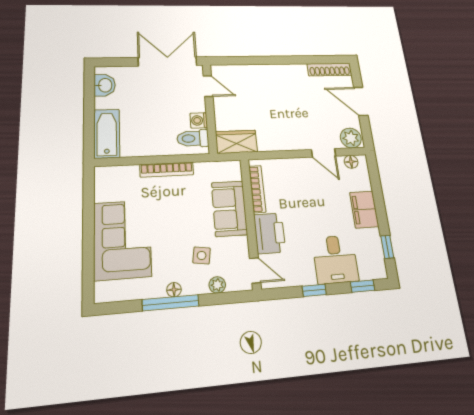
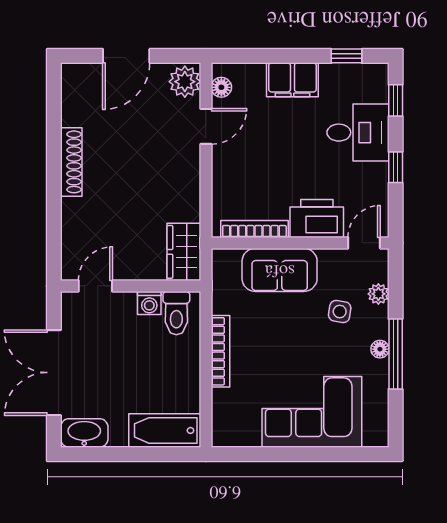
double door: (168, 61) -> (54, 373), moved
shoe rack: (329, 69) -> (71, 162), moved
washbasin: (105, 85) -> (84, 433), width x1.38

